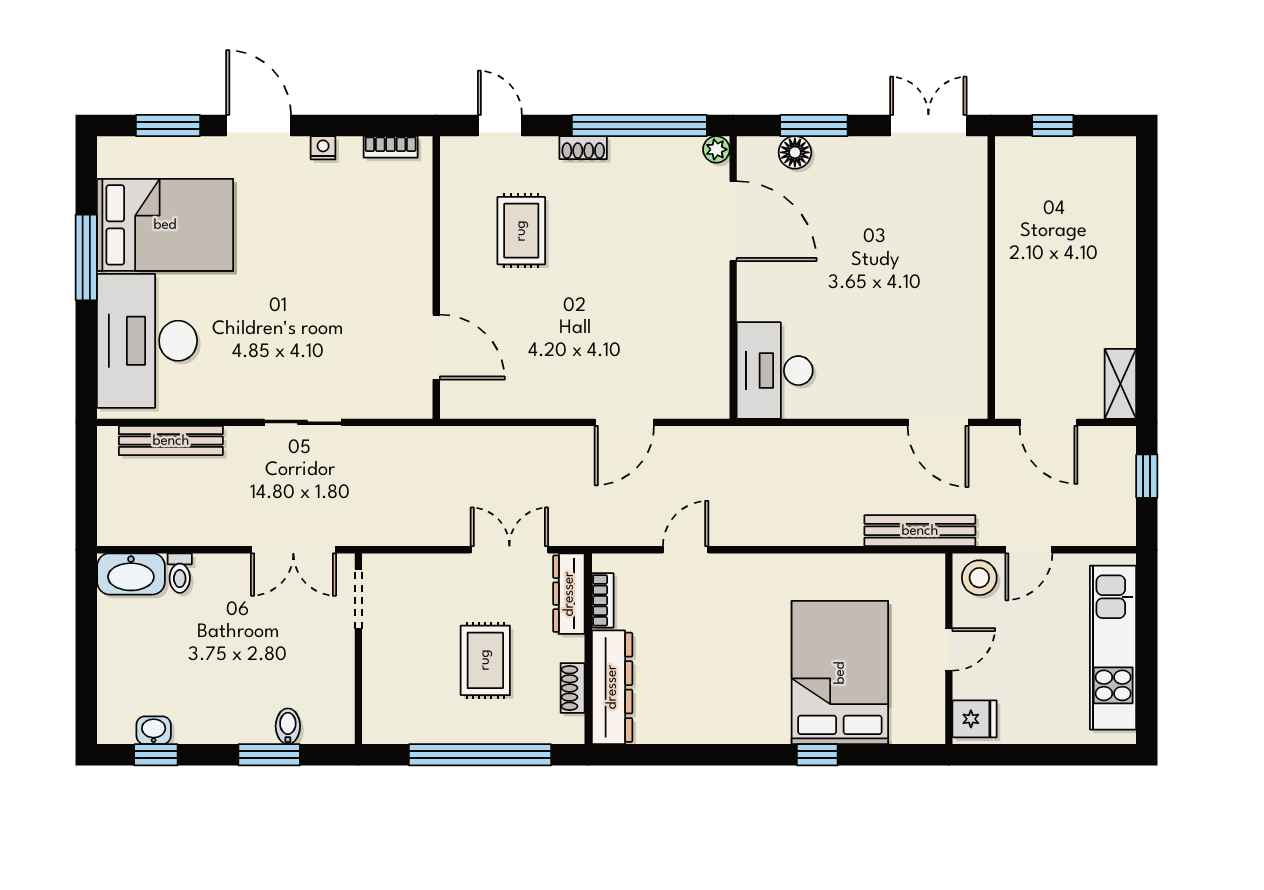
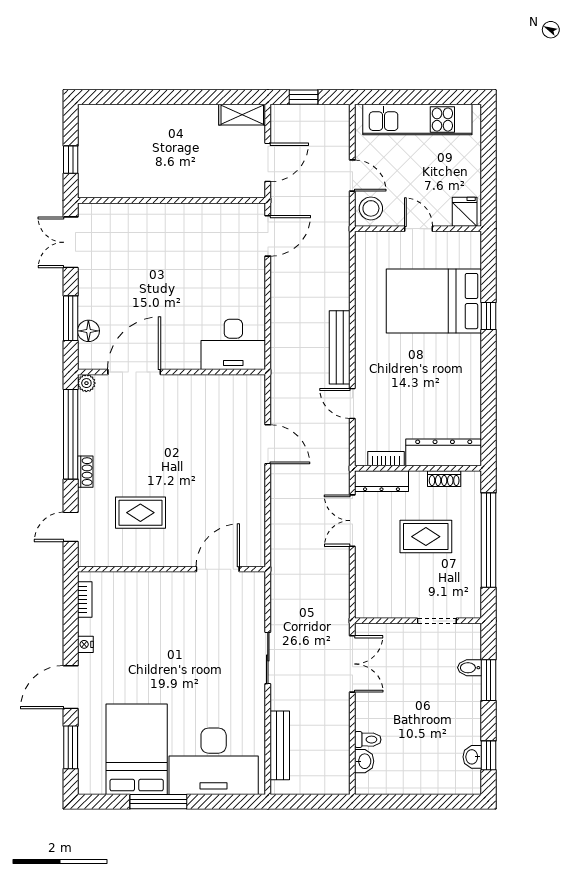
bench: (920, 531) -> (340, 347), moved
washbasin: (131, 574) -> (364, 761), width x0.52, depth x0.69
doorway: (358, 599) -> (437, 621), moved

